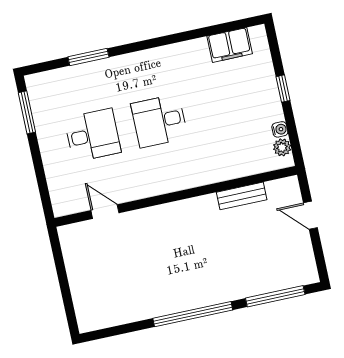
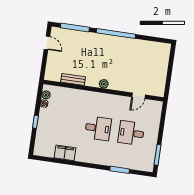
filing cabinet: (230, 45) -> (65, 153), moved
plant: (180, 210) -> (104, 84), added
door: (105, 212) -> (139, 96), hinge flipped
door: (310, 215) -> (47, 43), moved

